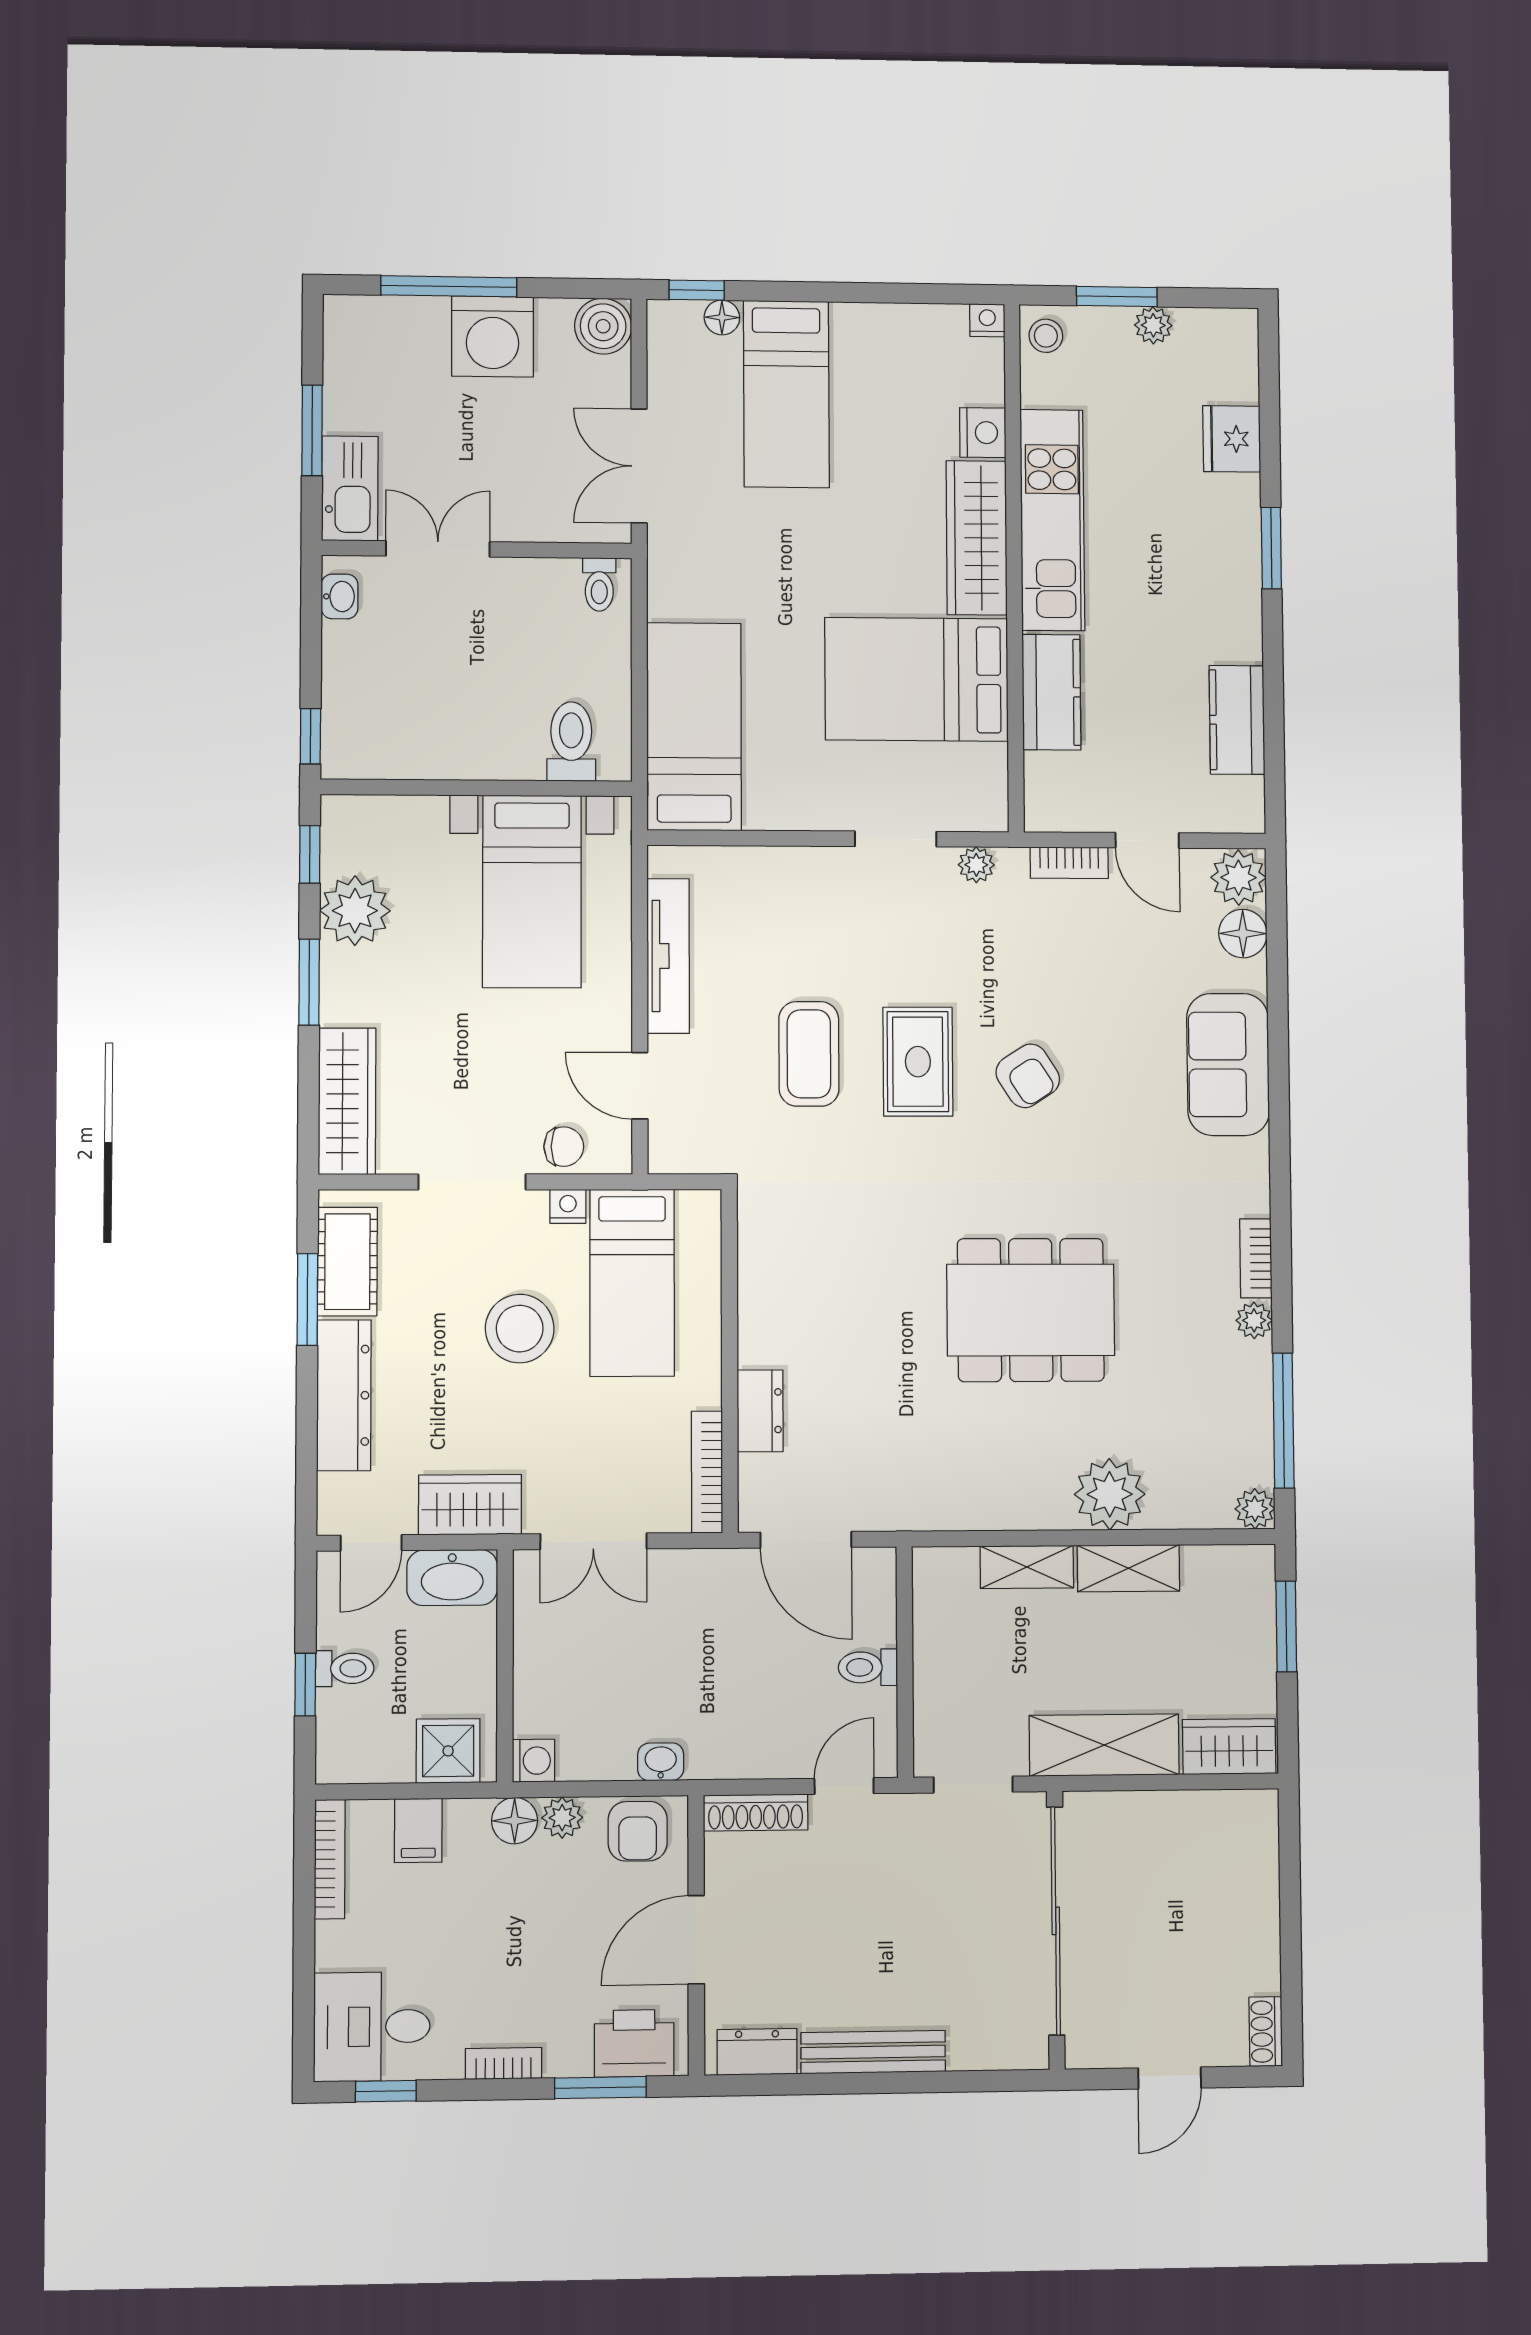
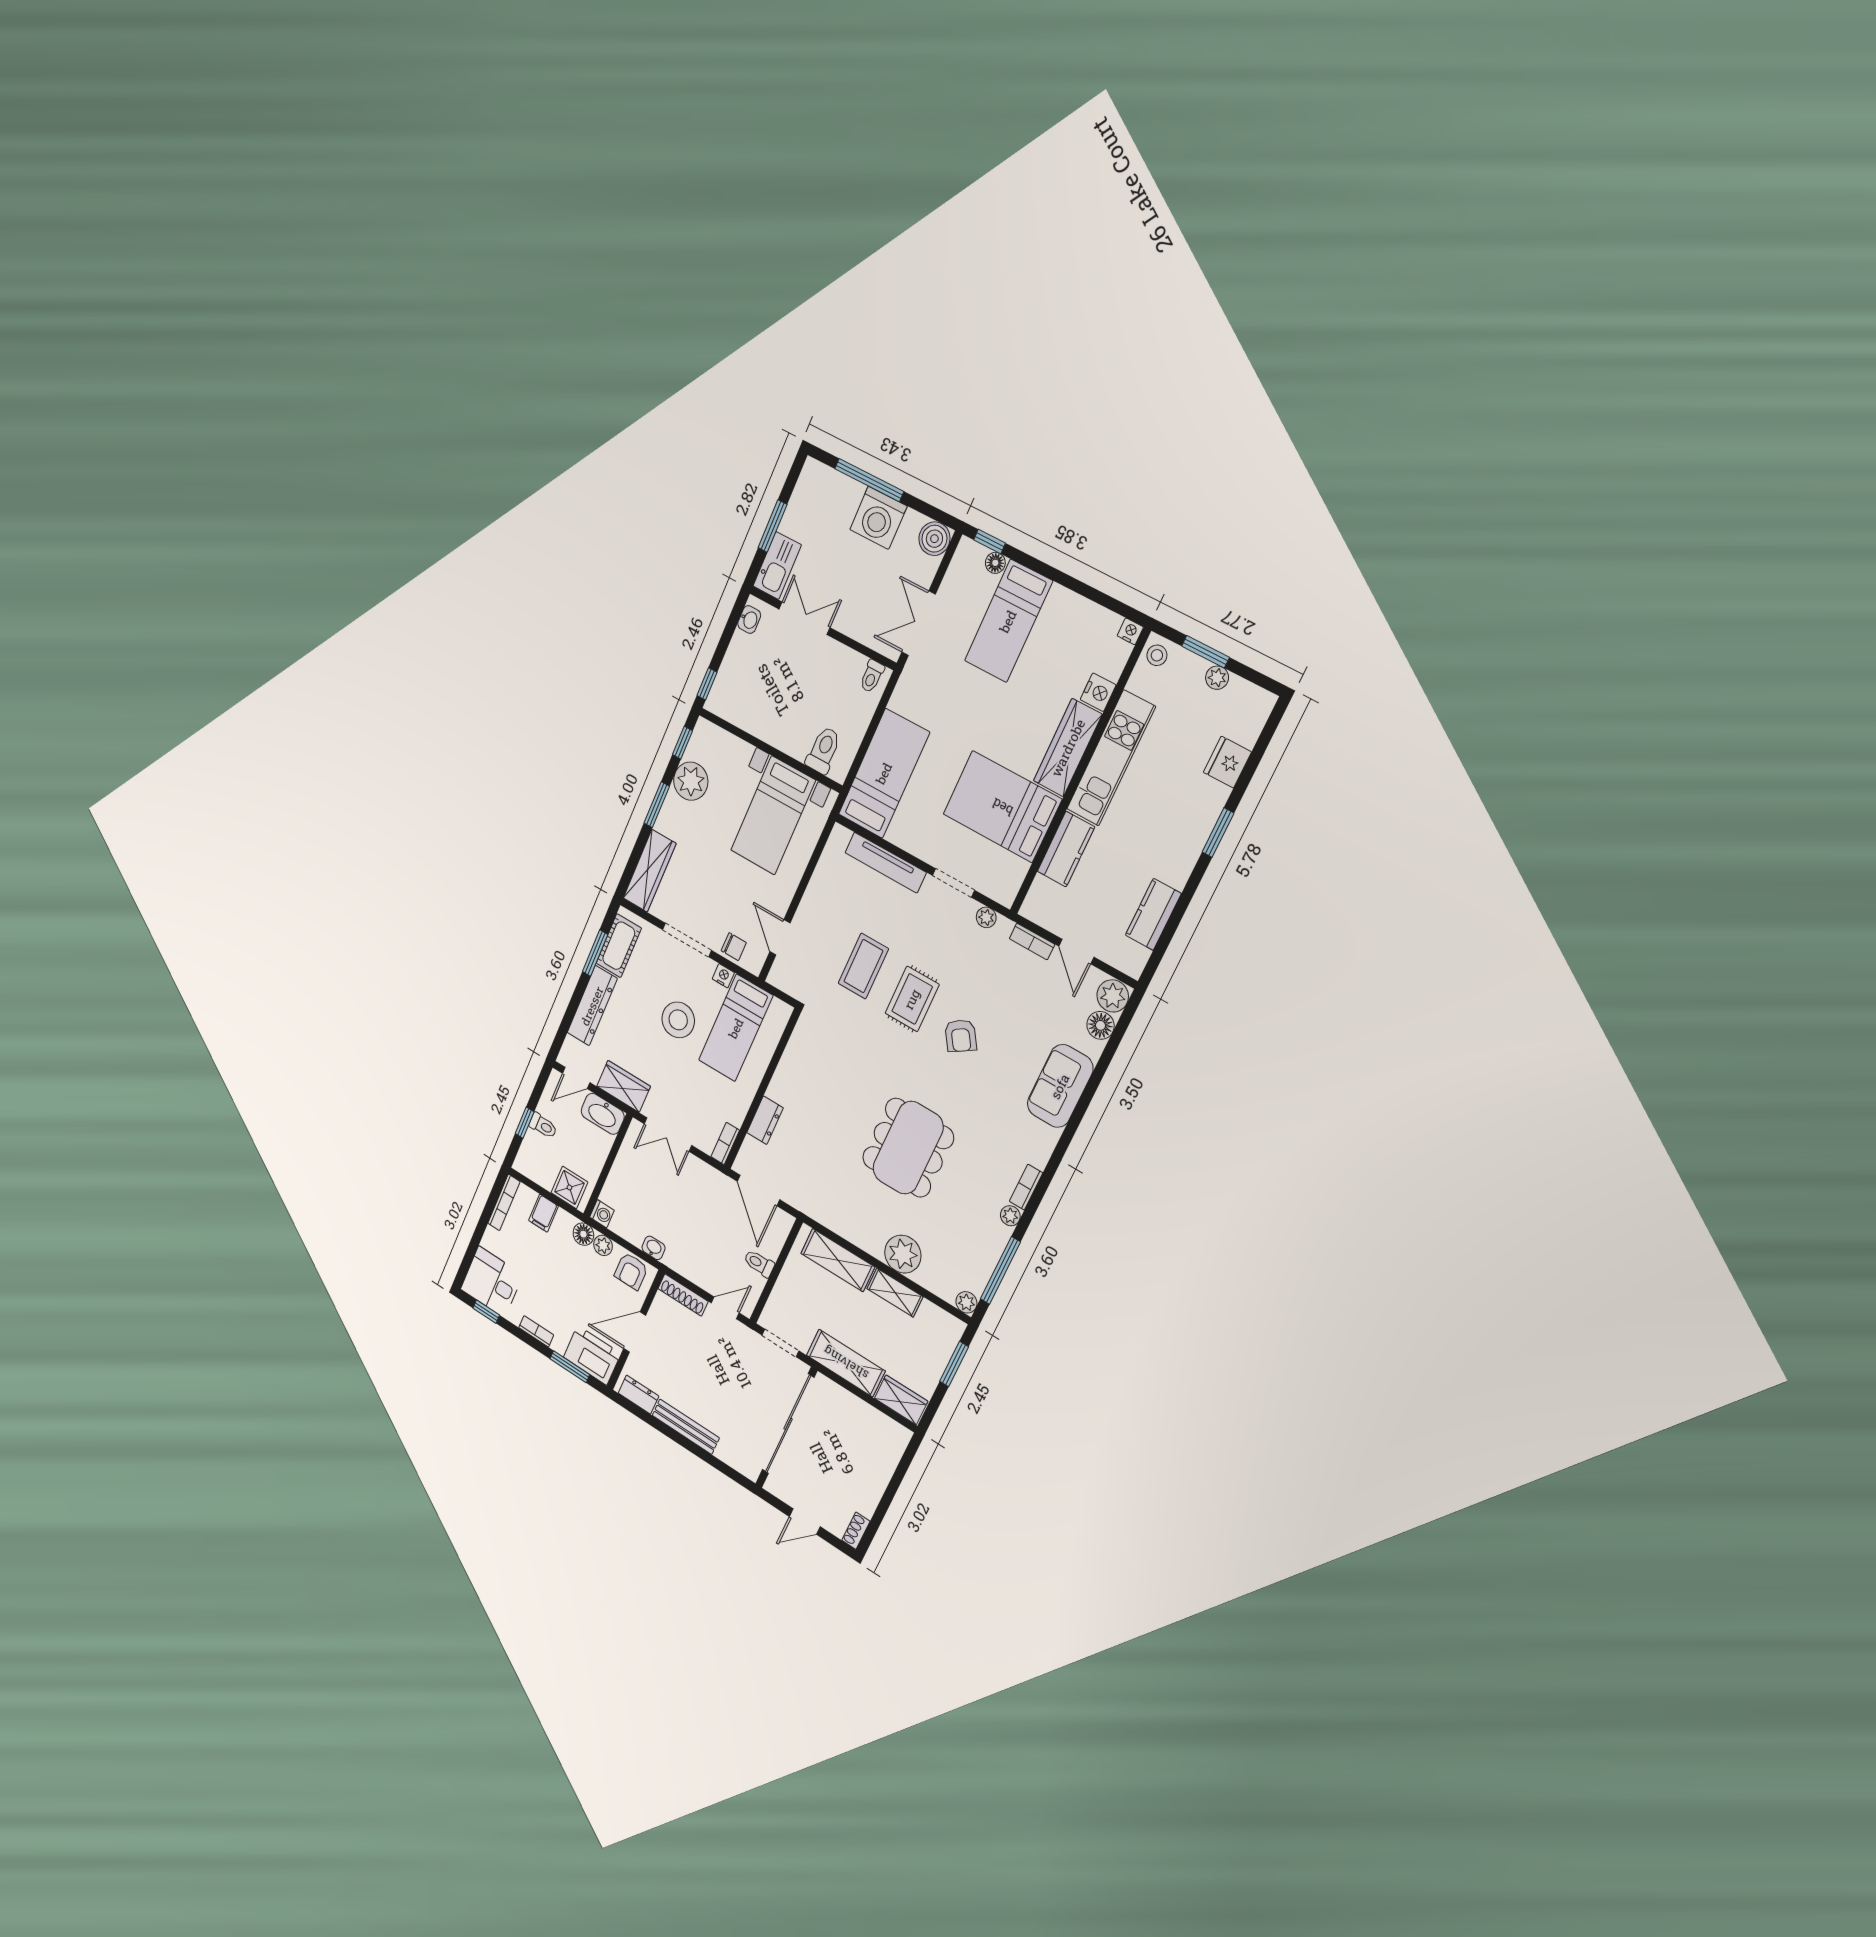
tv unit: (668, 956) -> (886, 863), moved, turned 90
dining table: (1031, 1310) -> (908, 1148), turned 90
bookcase: (707, 1472) -> (725, 1143), width x0.64
shelving: (1027, 1567) -> (838, 1260), width x1.50, depth x1.33
printer: (634, 2043) -> (592, 1355), width x1.37, depth x1.19

